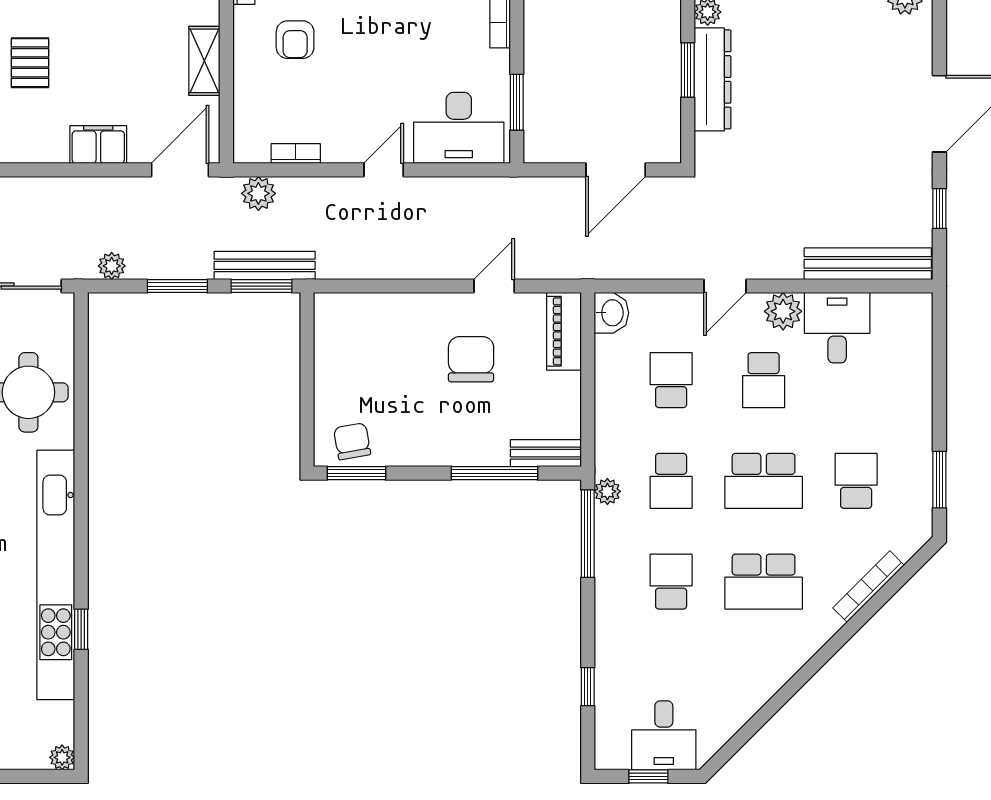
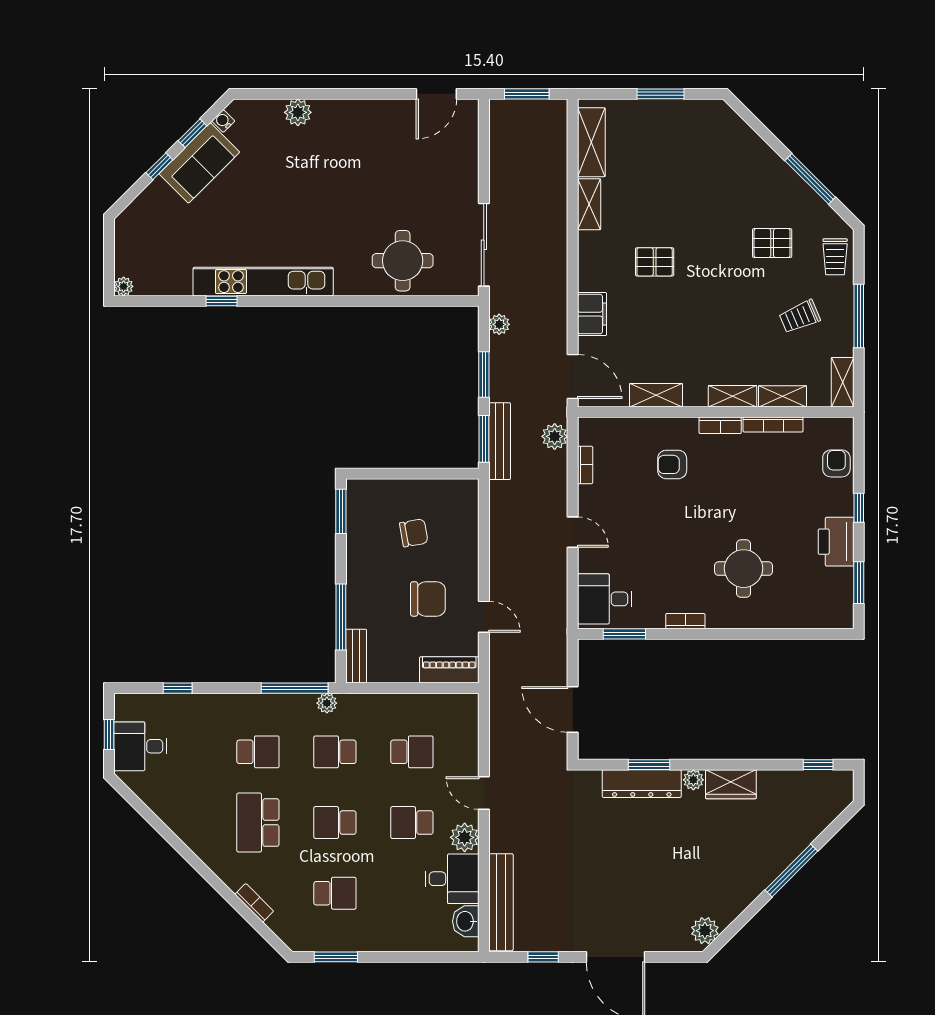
desk: (459, 128) -> (605, 599), width x0.73
washbasin: (611, 313) -> (466, 921), moved, turned 90
chair: (352, 441) -> (414, 533), moved
school desk: (764, 481) -> (335, 823), width x0.54
kitchen unit: (56, 575) -> (263, 282), width x0.73
bookcase: (869, 587) -> (254, 903), width x0.64

